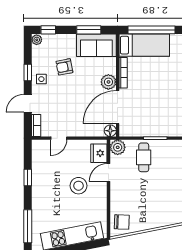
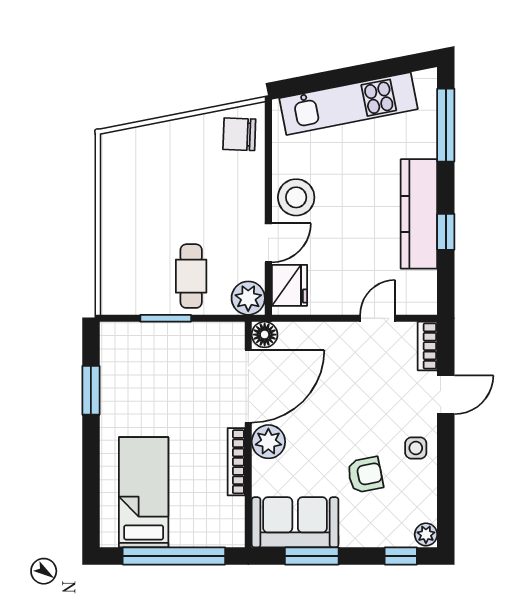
bed: (144, 45) -> (144, 492), moved, turned 90
window: (28, 72) -> (446, 463), removed
kitchen counter: (40, 186) -> (419, 214), added
stool: (78, 186) -> (296, 197), moved

